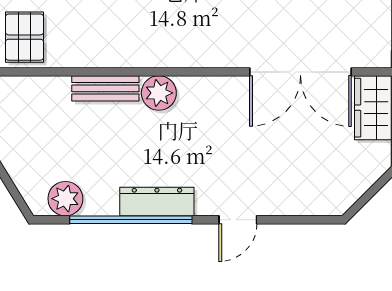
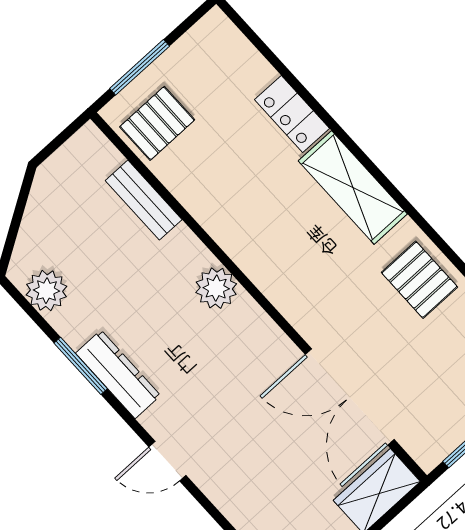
bench: (105, 88) -> (144, 200), moved
window: (131, 220) -> (81, 366), width x0.47

